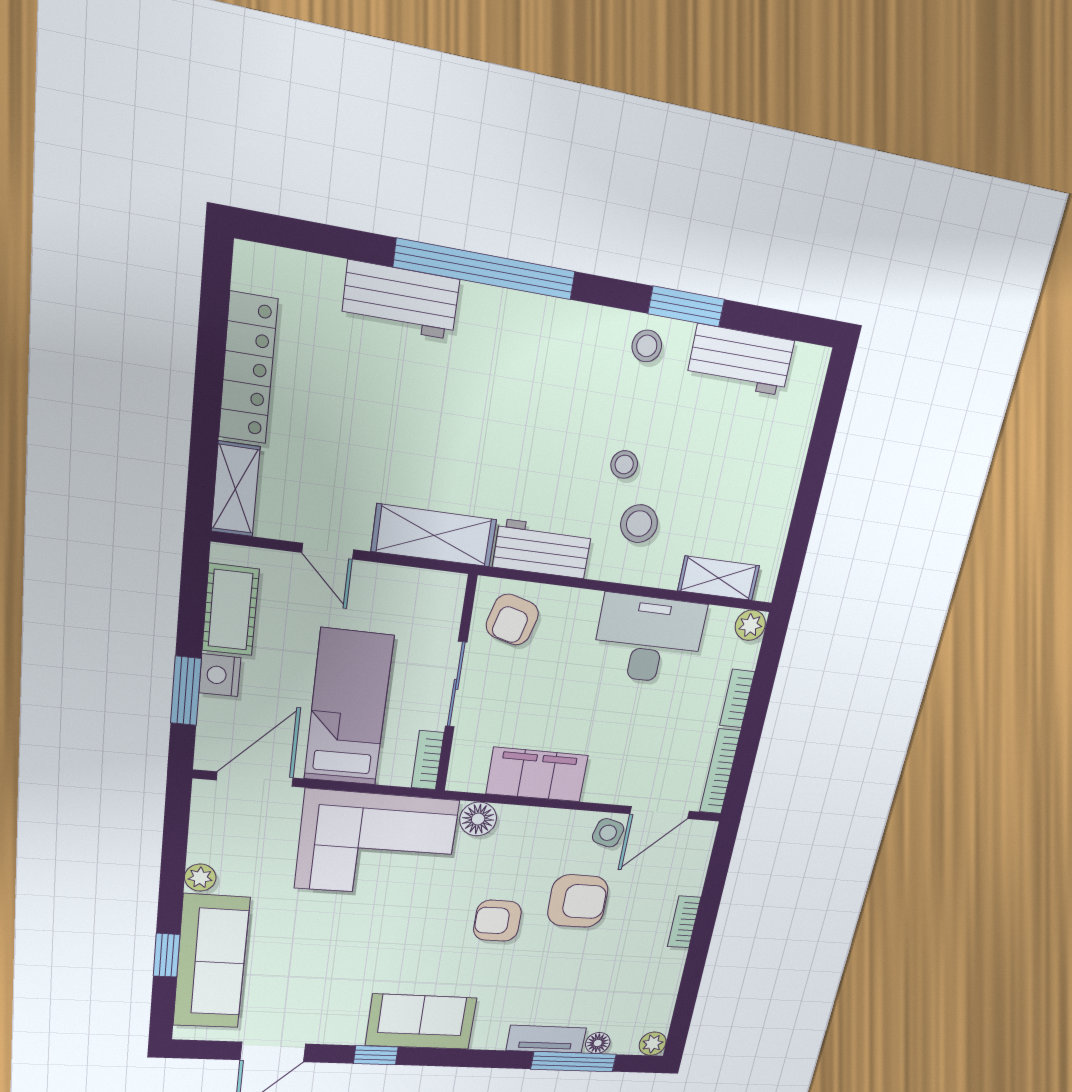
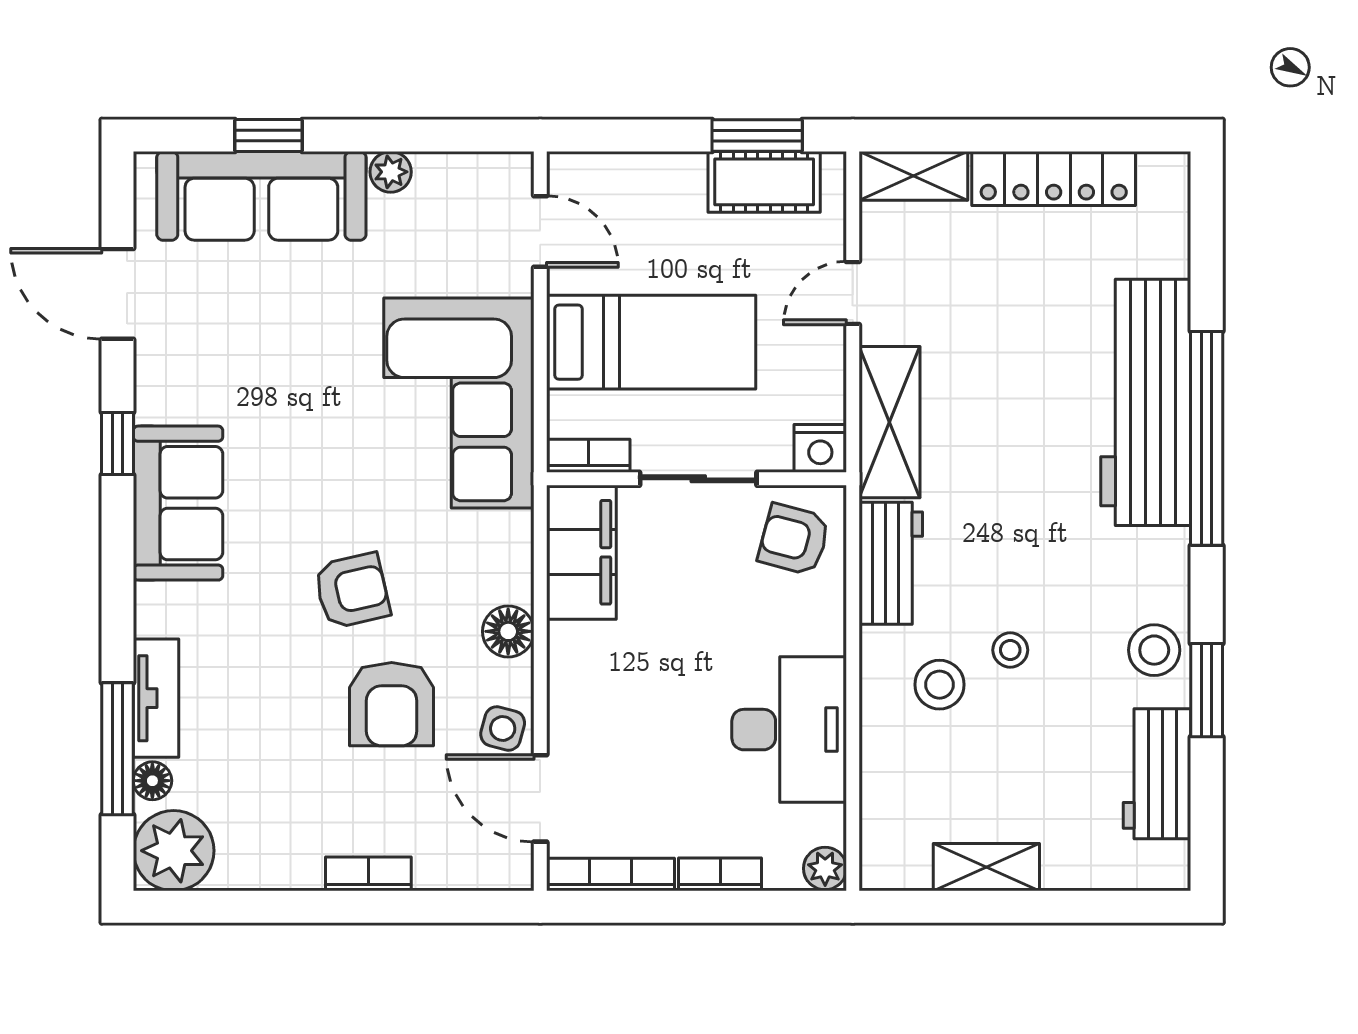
workbench: (401, 300) -> (1146, 402), width x1.88, depth x1.32
stool: (647, 346) -> (1154, 650), width x1.37, depth x1.37
shelving: (719, 578) -> (986, 867), moved, turned 90
nightstand: (220, 675) -> (820, 448), moved, turned 180
window: (186, 691) -> (757, 136), moved
filing cabinet: (537, 775) -> (581, 552), moved
door: (255, 779) -> (540, 231), width x0.73
floor lamp: (478, 819) -> (508, 631), moved
armchair: (497, 921) -> (352, 591), turned 77
plant: (653, 1044) -> (174, 851), width x1.87, depth x1.87

